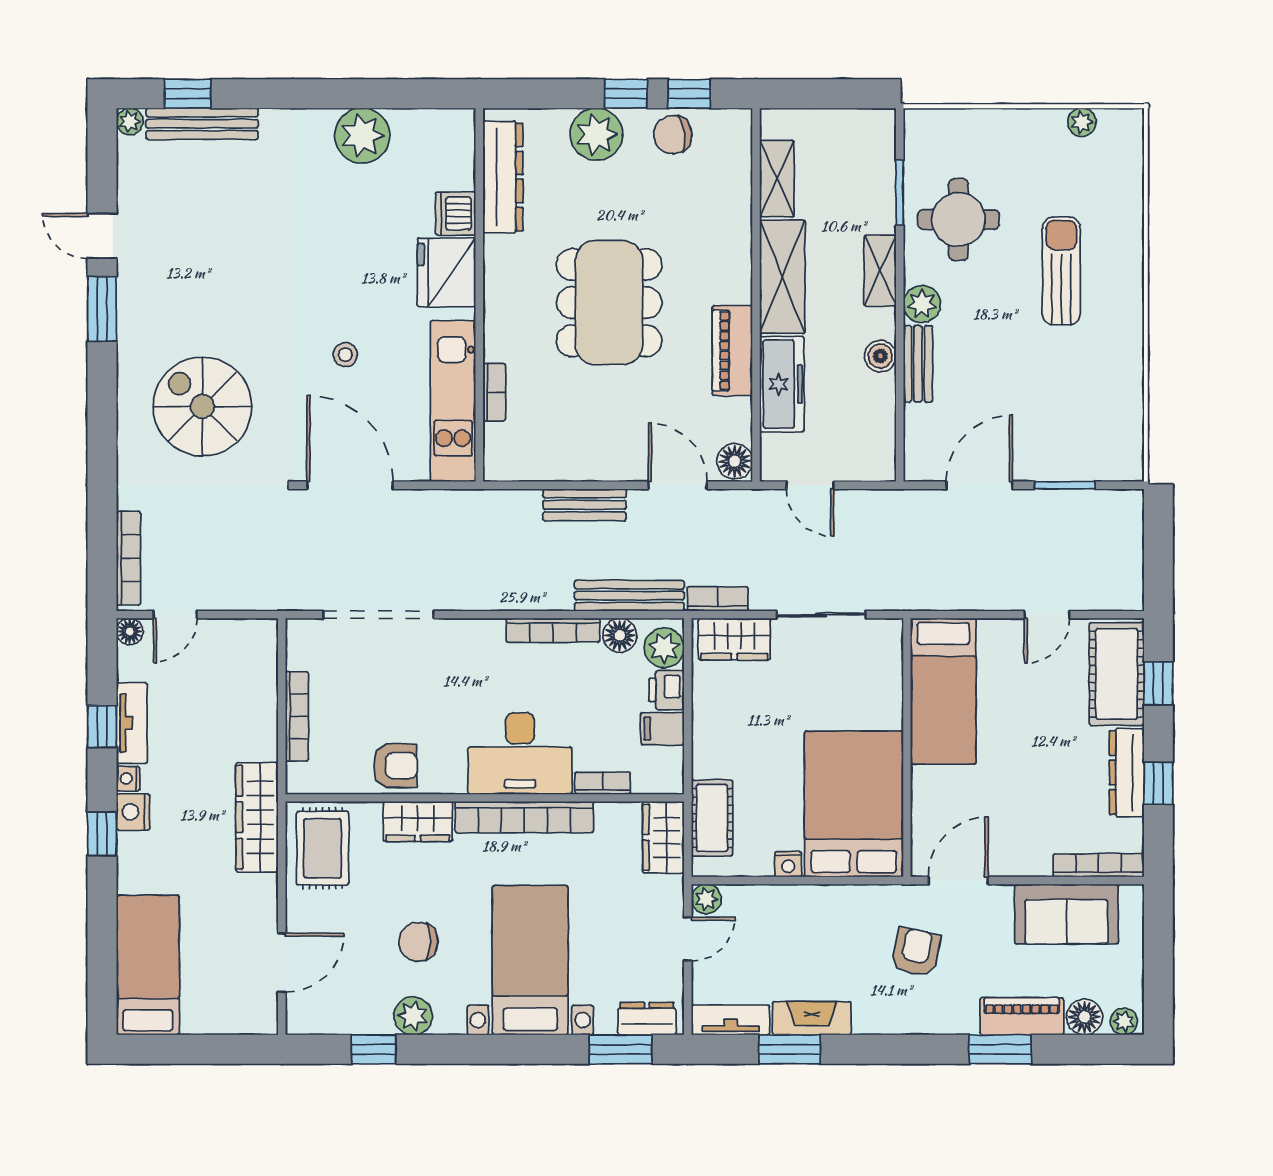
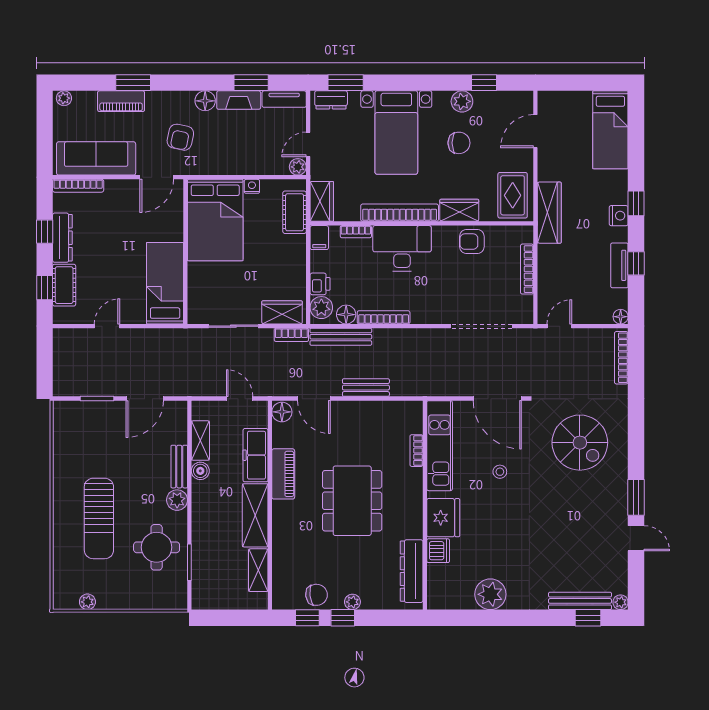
plant: (596, 134) -> (352, 602), width x0.53, depth x0.53
shelving: (880, 271) -> (200, 441), moved
sun lounger: (1061, 271) -> (99, 518), width x1.36, depth x1.34
door: (175, 615) -> (559, 326), moved
cot: (1117, 674) -> (64, 285), width x0.73, depth x0.75
filing cabinet: (662, 729) -> (319, 238), moved, turned 90
nightstand: (128, 779) -> (621, 234), removed
sofa: (1066, 914) -> (96, 158), width x1.36
floor lamp: (1084, 1017) -> (205, 101), moved

